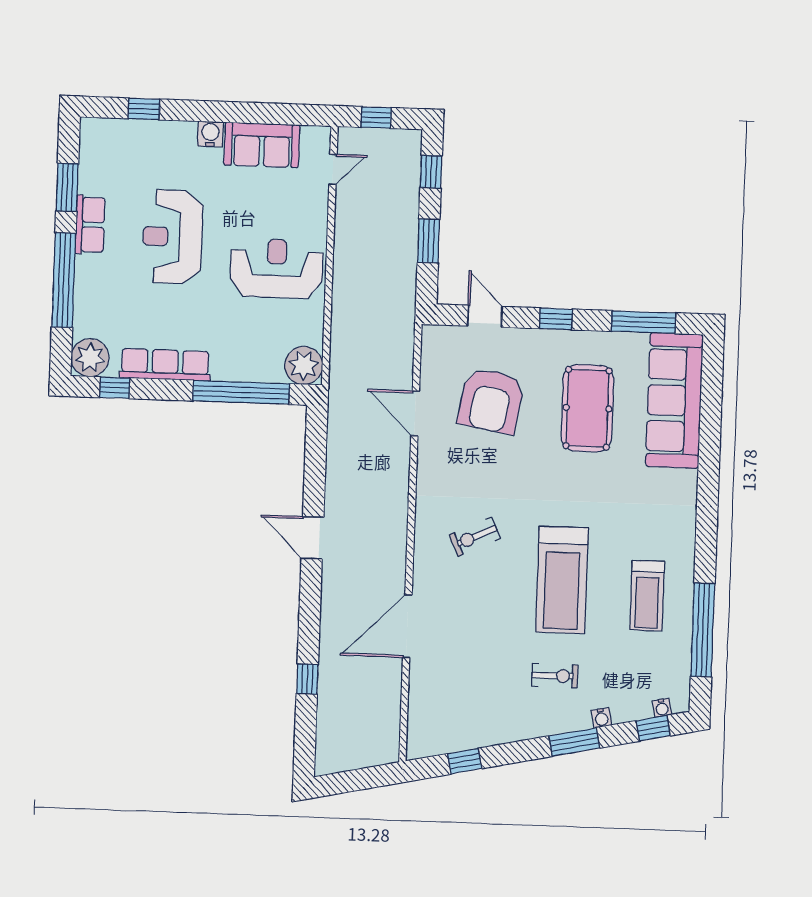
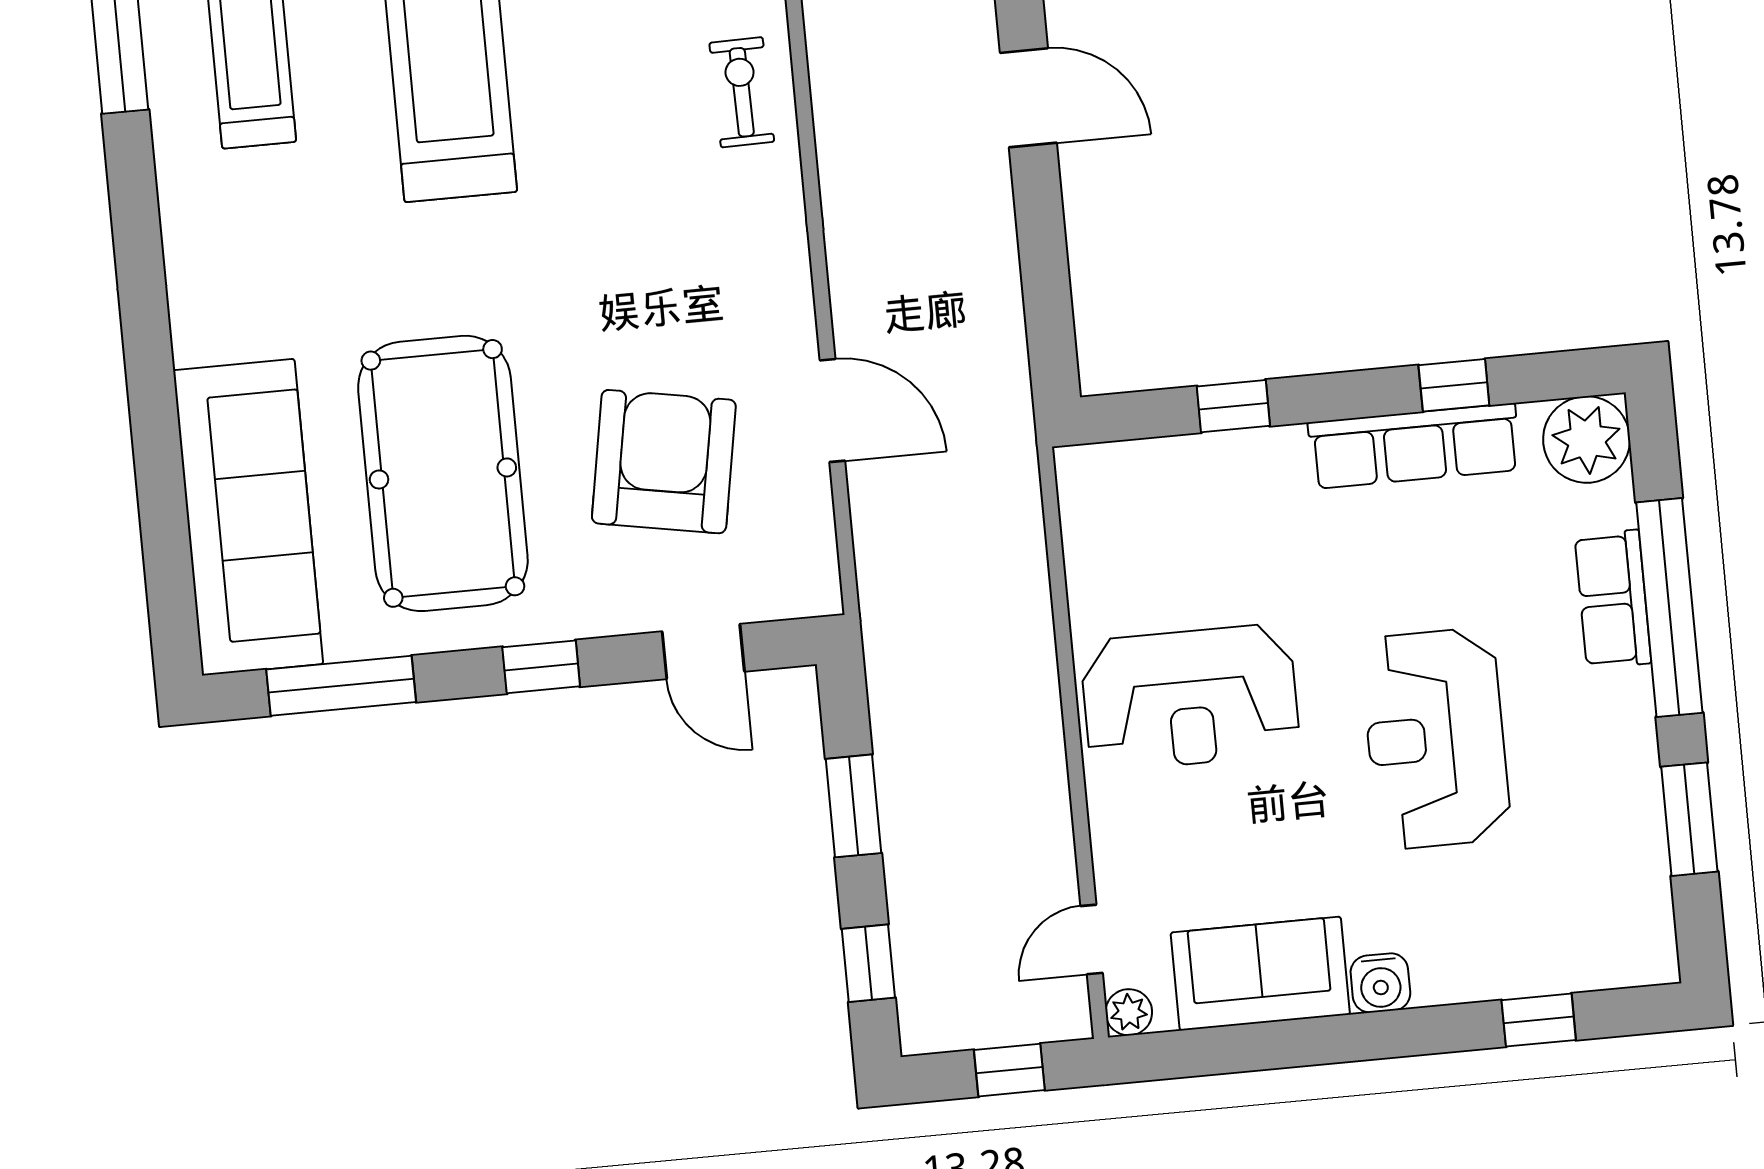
row of seats: (90, 225) -> (1613, 599), moved
reception desk: (172, 237) -> (1436, 739), turned 180
plant: (304, 365) -> (1129, 1012), moved, width x0.53, depth x0.53
window: (115, 388) -> (1454, 385), moved
window: (241, 392) -> (1233, 406), width x0.32
pool table: (587, 408) -> (443, 473), width x1.36, depth x1.32
exercise bike: (475, 537) -> (742, 92), moved, turned -66

